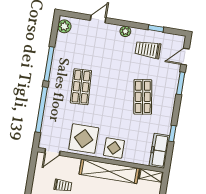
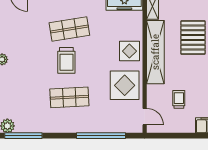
trolley: (148, 50) -> (66, 60), moved
window: (49, 64) -> (23, 136), moved

